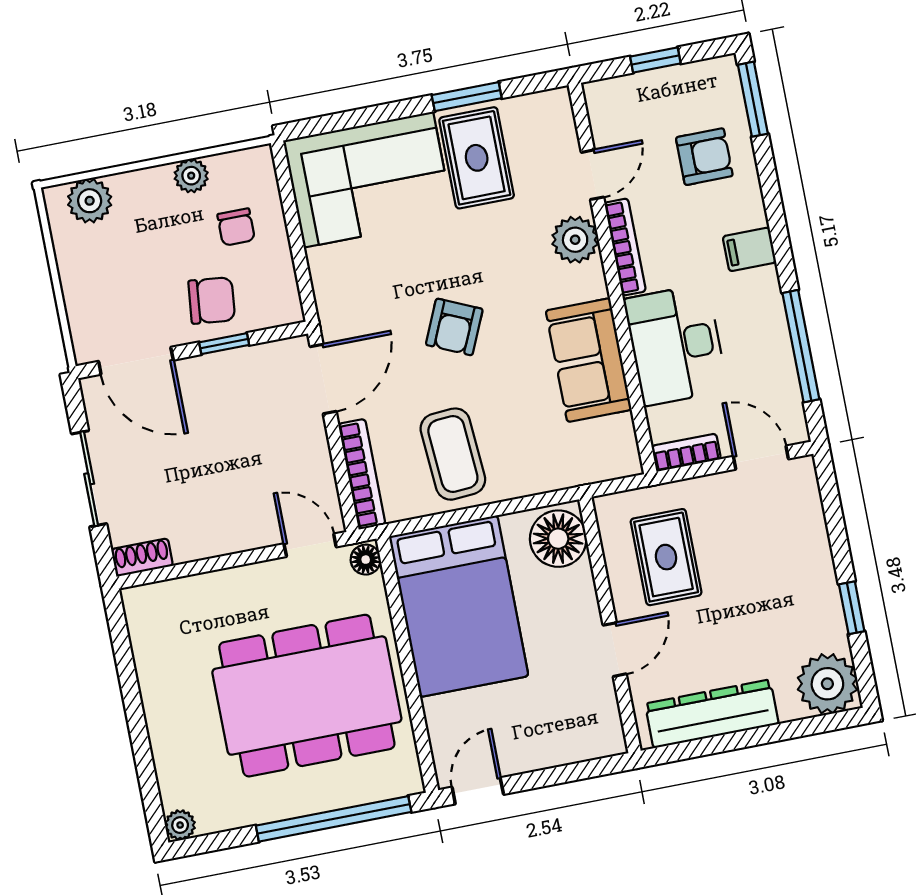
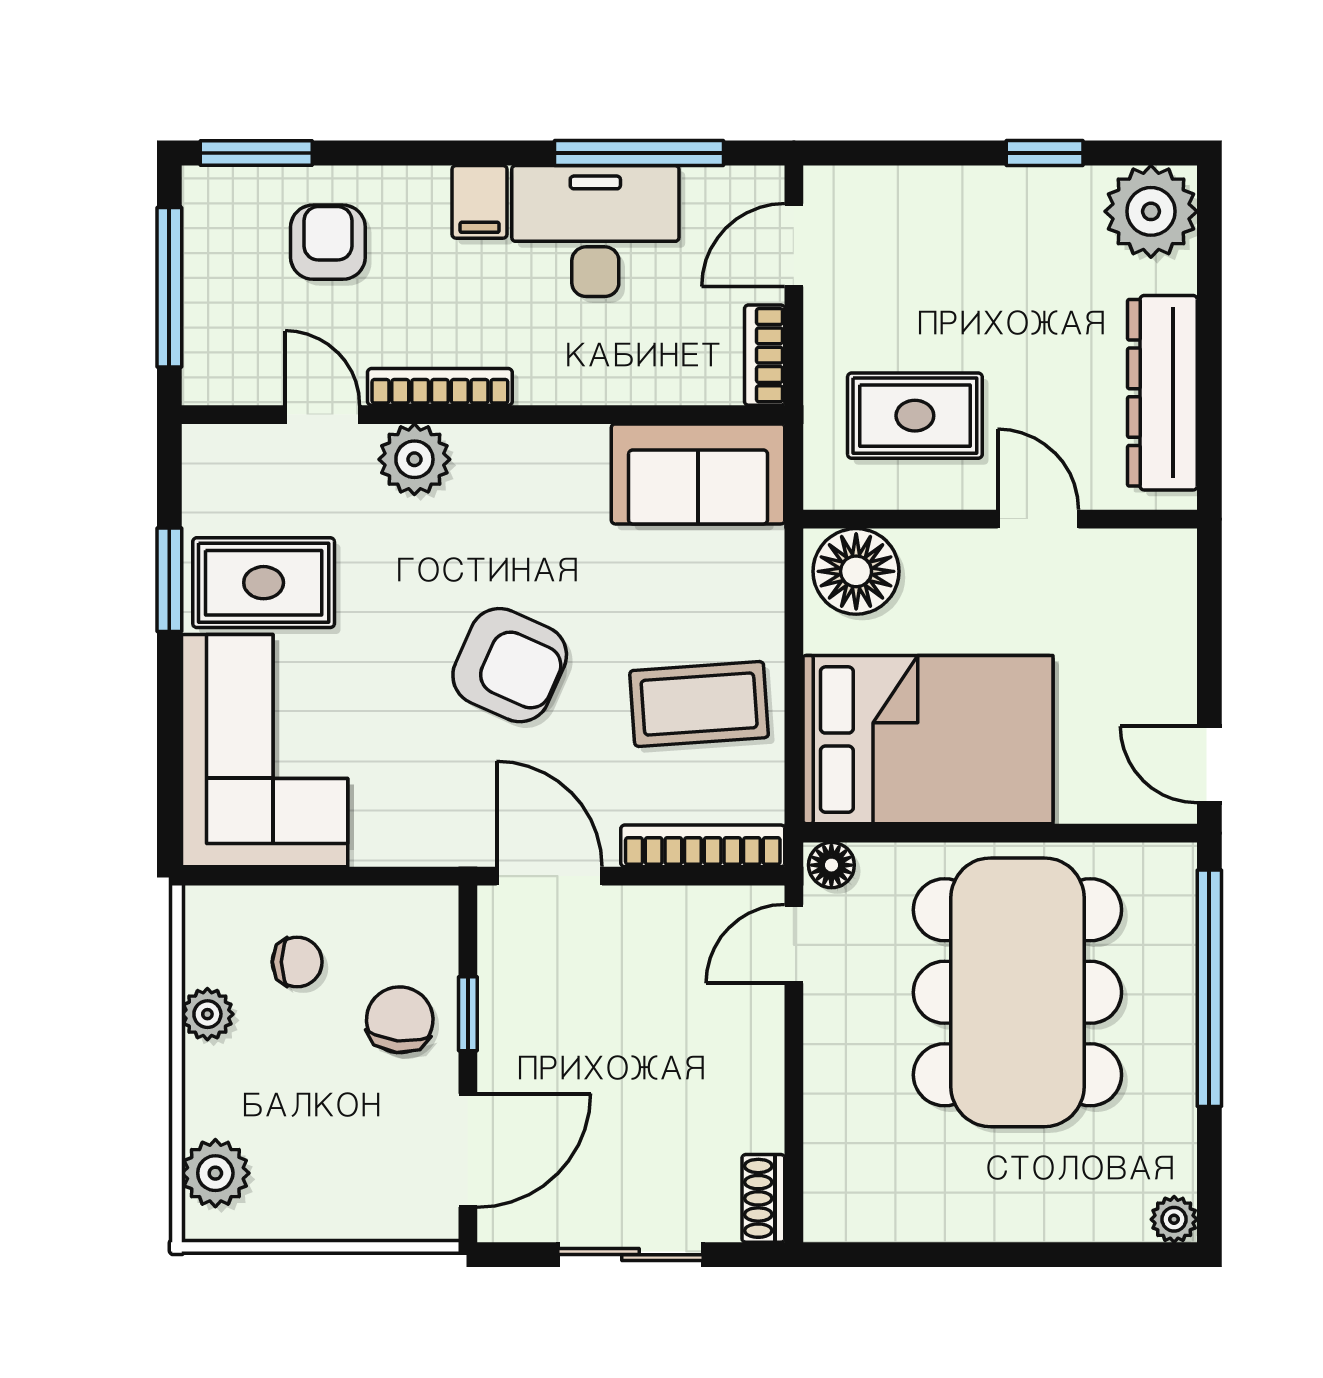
window: (655, 60) -> (169, 287), width x2.17
armchair: (454, 327) -> (510, 665), width x1.38, depth x1.38
desk: (676, 345) -> (595, 231), moved, turned 180
sofa: (589, 360) -> (698, 474), moved

